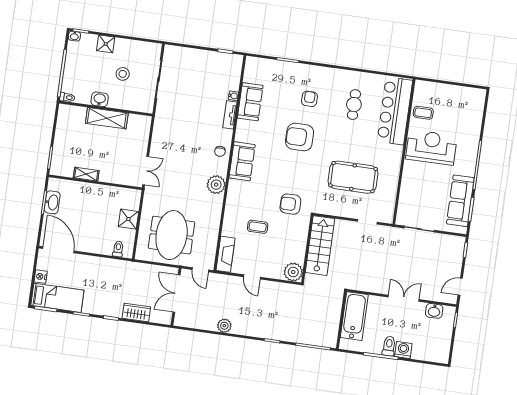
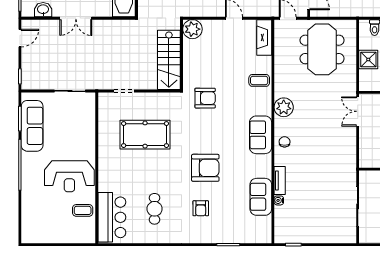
bar counter: (395, 111) -> (112, 217), width x0.73
coffee table: (258, 227) -> (259, 80), moved

